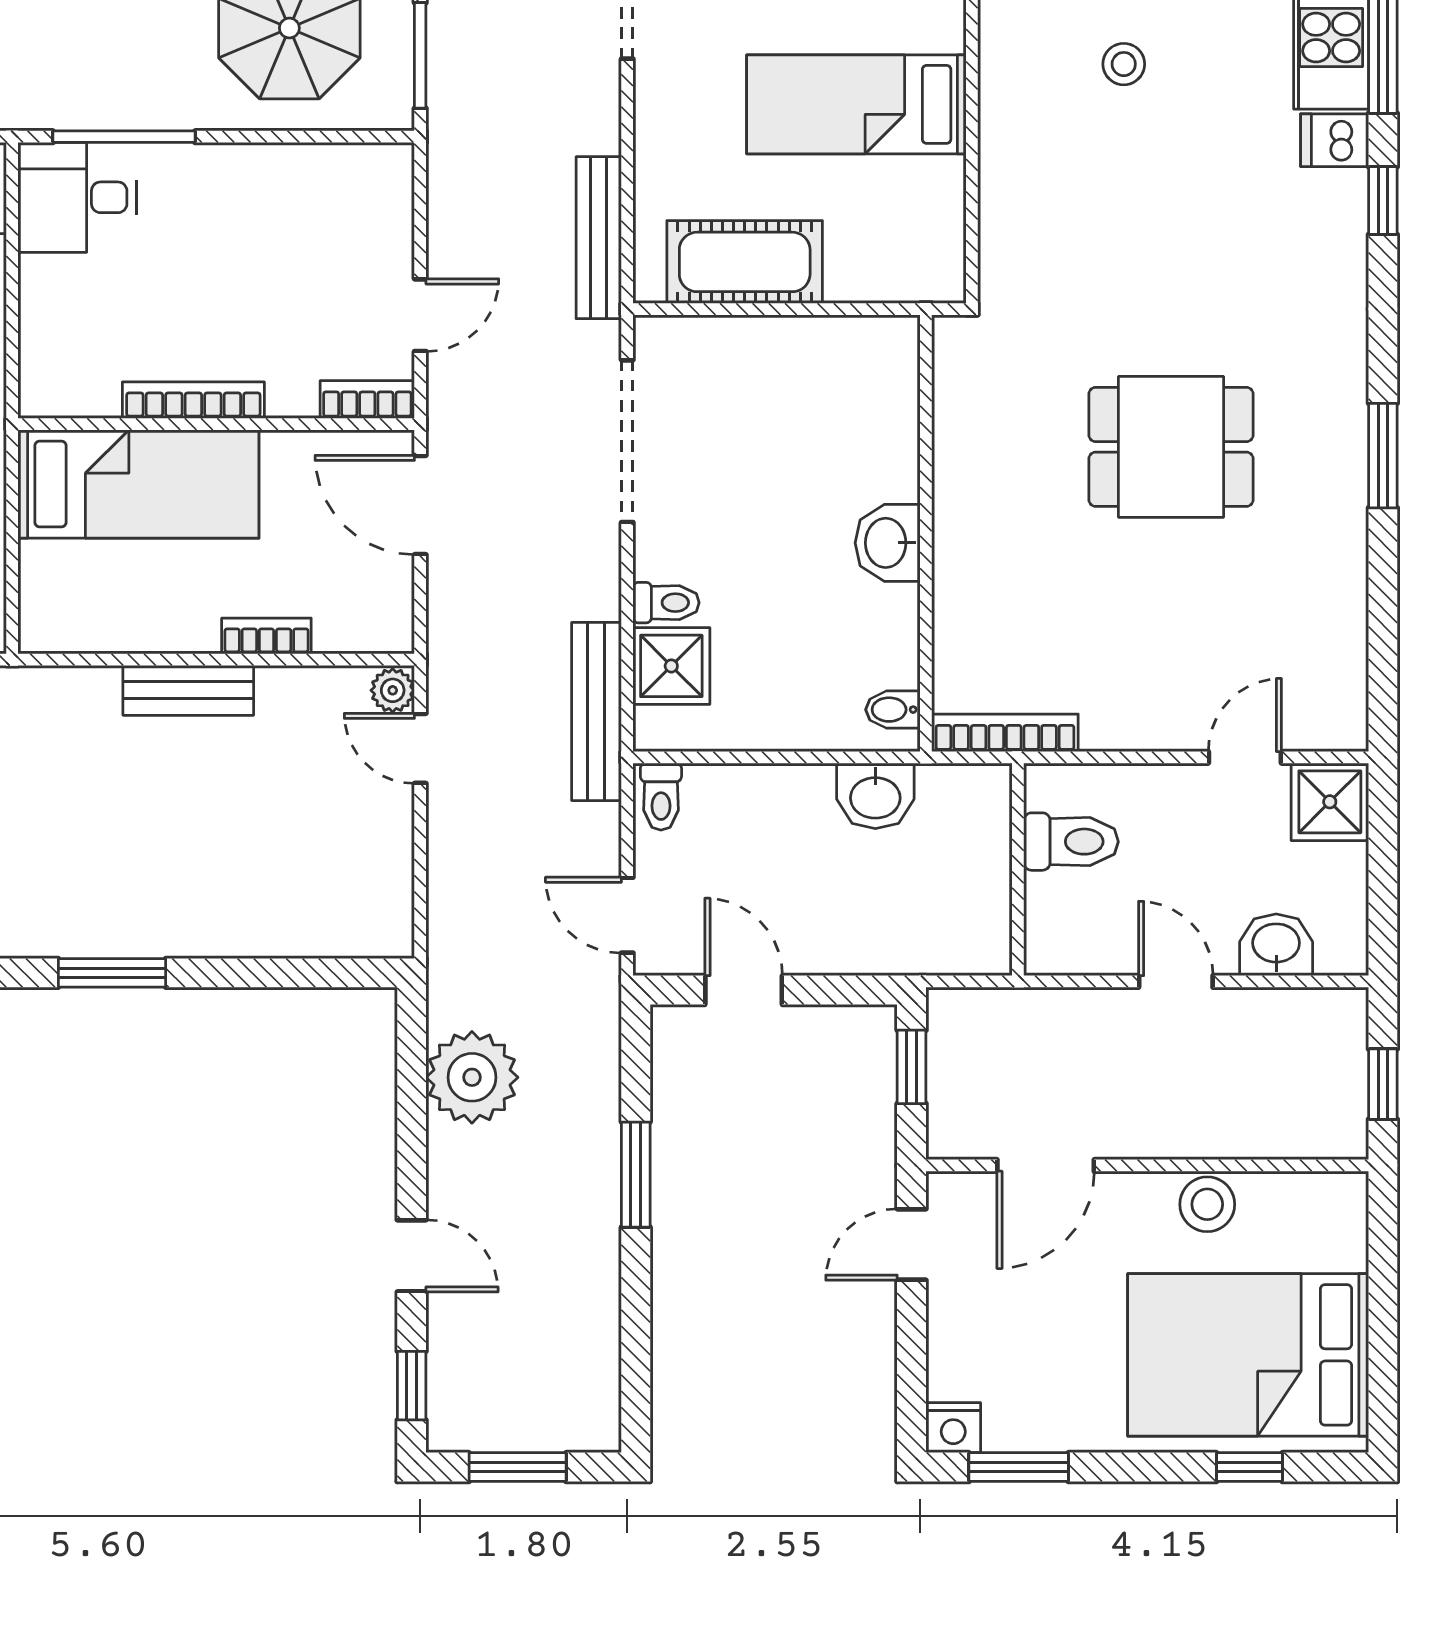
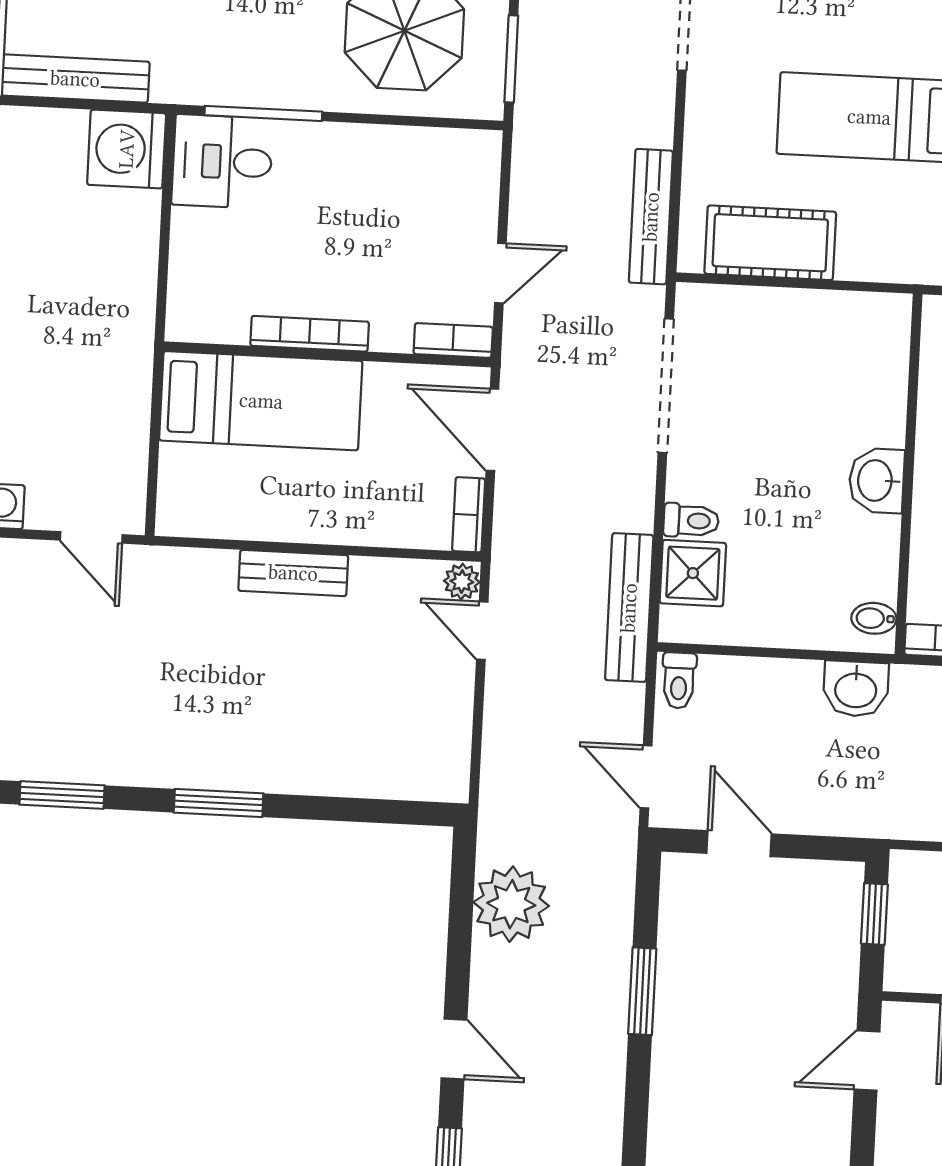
bookcase: (266, 636) -> (469, 515), moved, turned -90

